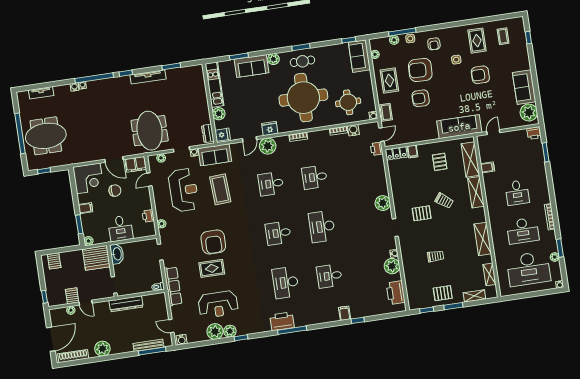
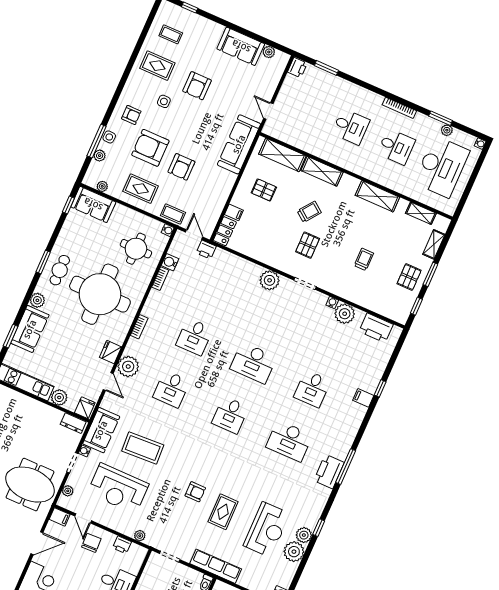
armchair: (420, 70) -> (150, 148), turned 88
plant: (529, 112) -> (269, 52), width x0.53, depth x0.53
filing cabinet: (136, 164) -> (60, 517), width x0.50
filing cabinet: (487, 167) -> (303, 142), removed
reception desk: (184, 190) -> (118, 488), turned 180
chair: (115, 191) -> (91, 543), moved
desk: (523, 231) -> (396, 147), width x0.73
armchair: (213, 242) -> (195, 492), width x0.53, depth x0.53

